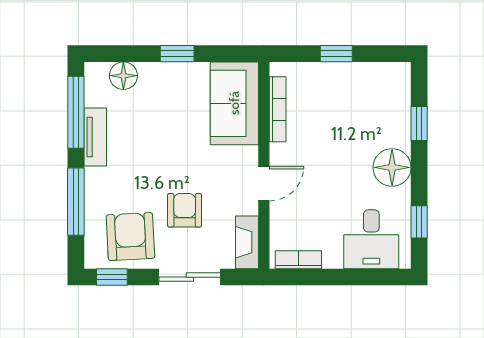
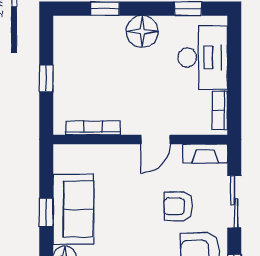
sofa: (234, 103) -> (73, 209), moved, turned -90
door: (264, 184) -> (156, 139), swing flipped
desk: (371, 239) -> (203, 57), width x1.37

